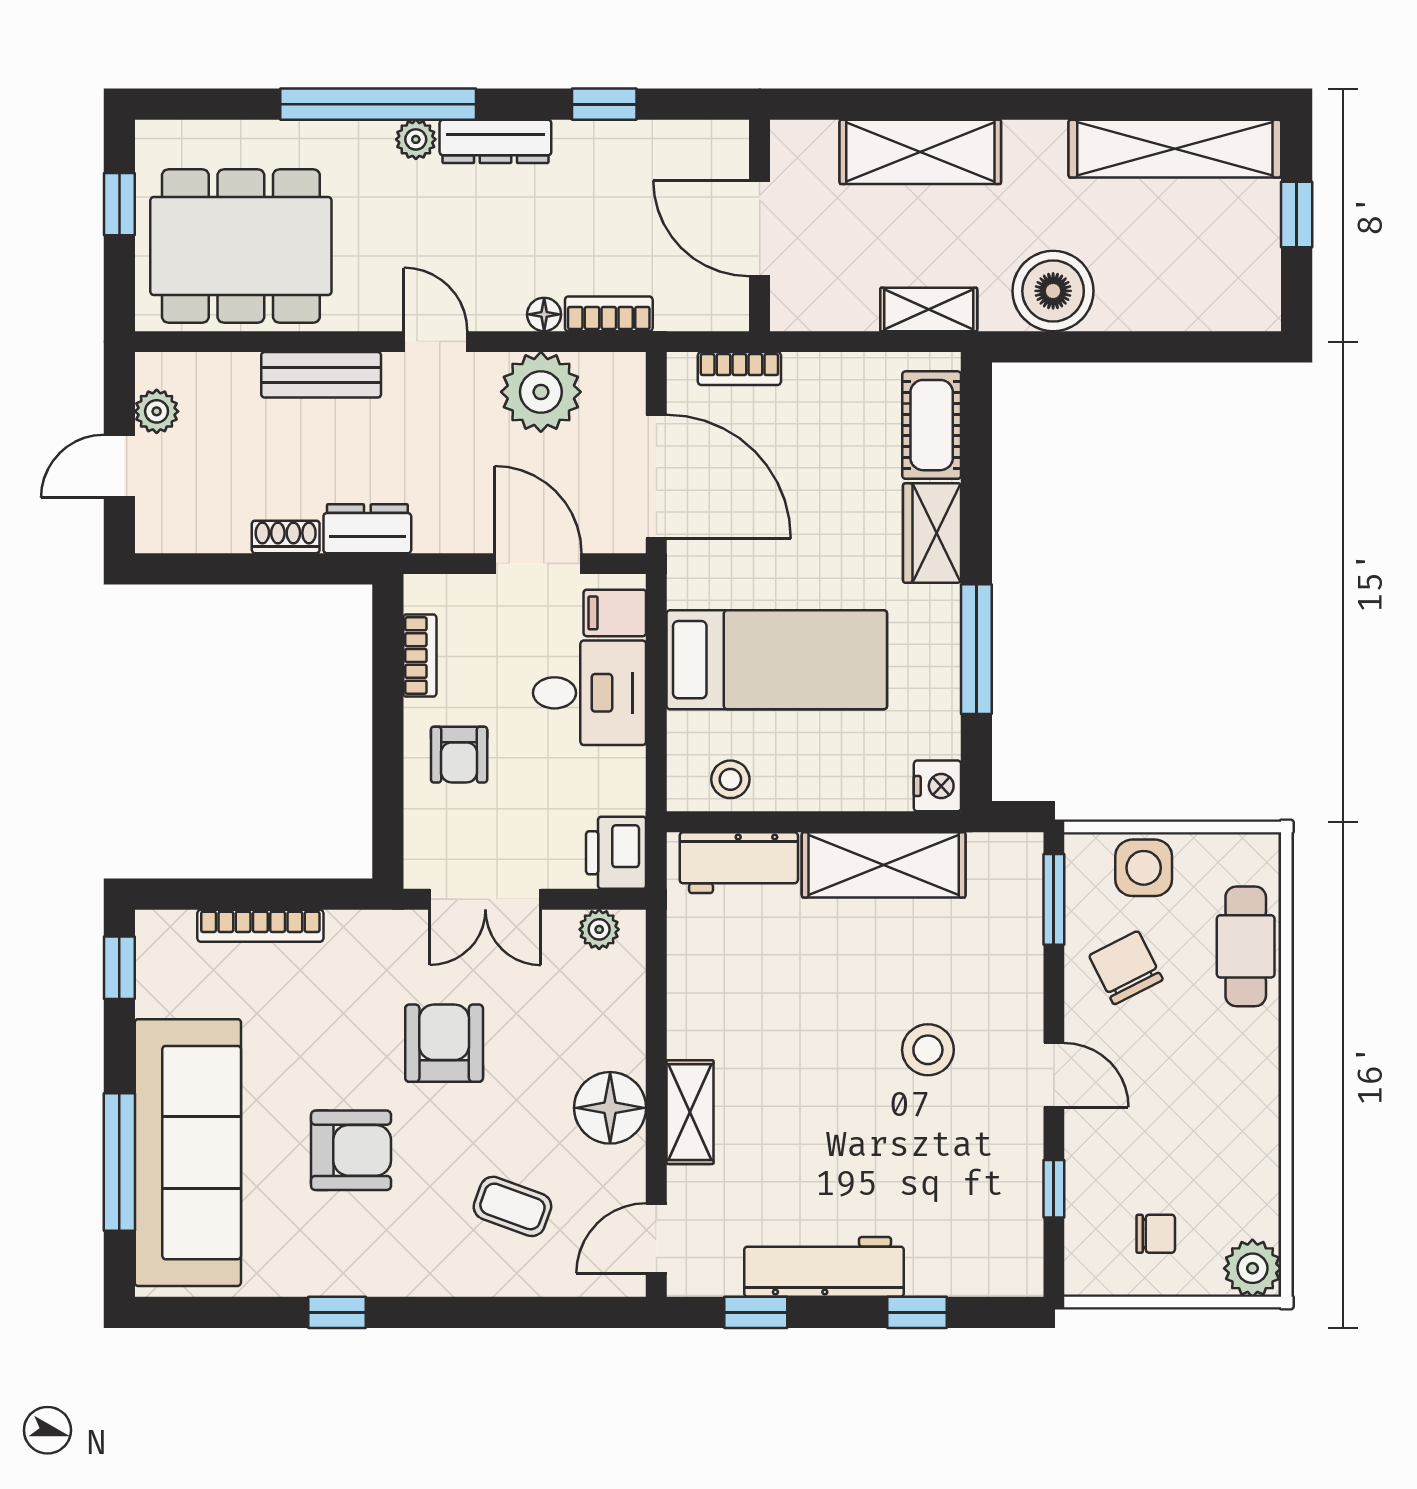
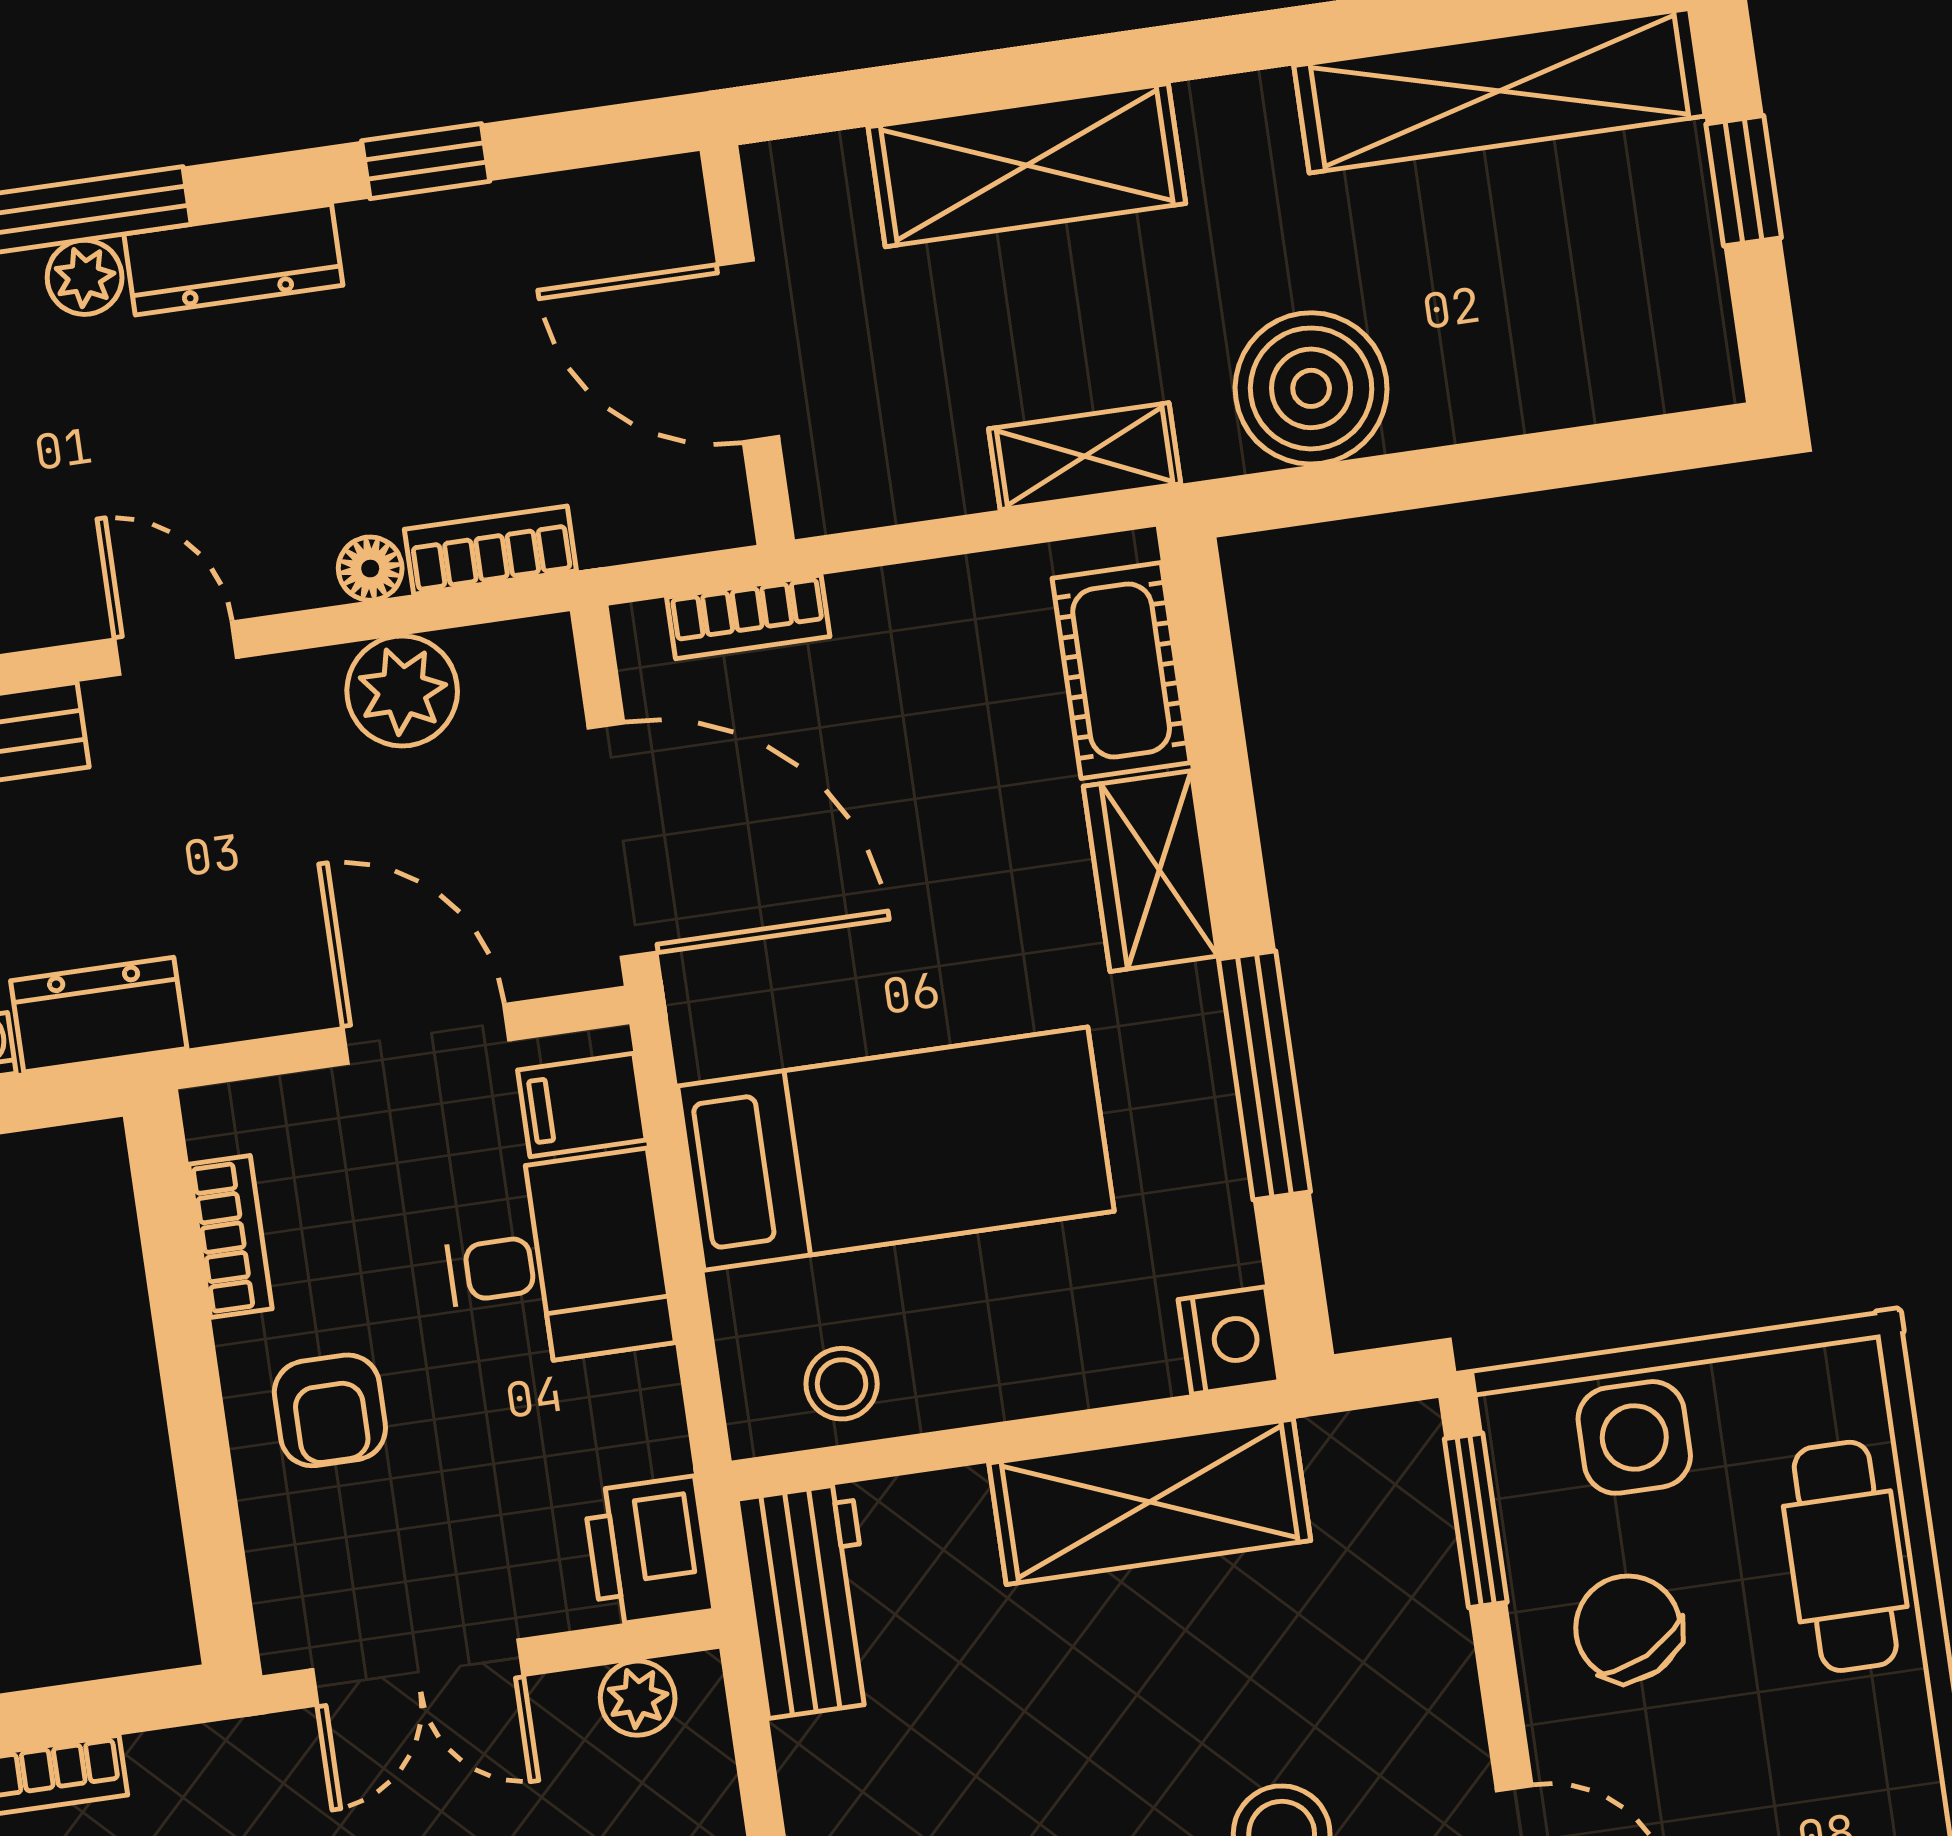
plant: (541, 392) -> (402, 691), width x0.73, depth x0.73
workbench: (739, 863) -> (810, 1601), moved, turned -90

